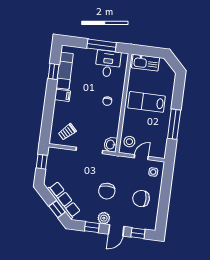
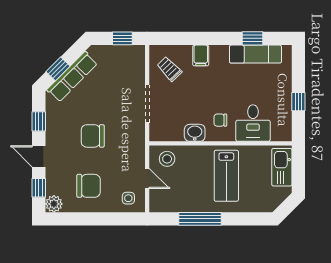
window: (102, 45) -> (298, 102), width x0.46
desk: (108, 64) -> (253, 123), moved, turned 90
filing cabinet: (62, 95) -> (201, 55), moved
lab bench: (146, 102) -> (226, 176), turned 180
washbasin: (111, 145) -> (195, 133), moved
chair: (141, 198) -> (89, 186), turned 90
plant: (104, 218) -> (54, 204), moved

